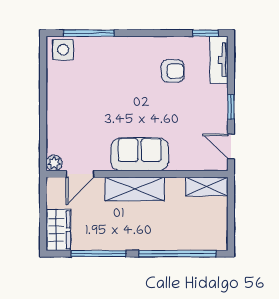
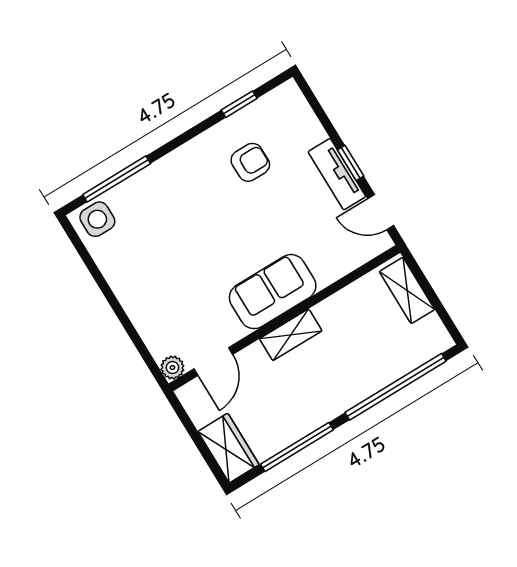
window: (206, 33) -> (239, 104), moved
tv unit: (219, 60) -> (337, 174), moved
shelving: (207, 187) -> (407, 291), moved, turned 90
shelving: (135, 189) -> (291, 335), width x0.67, depth x0.75

